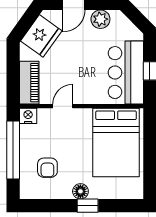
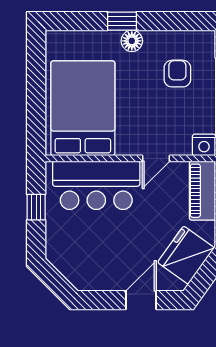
plant: (100, 19) -> (104, 278), removed
bar counter: (126, 73) -> (96, 185), moved, turned 90

